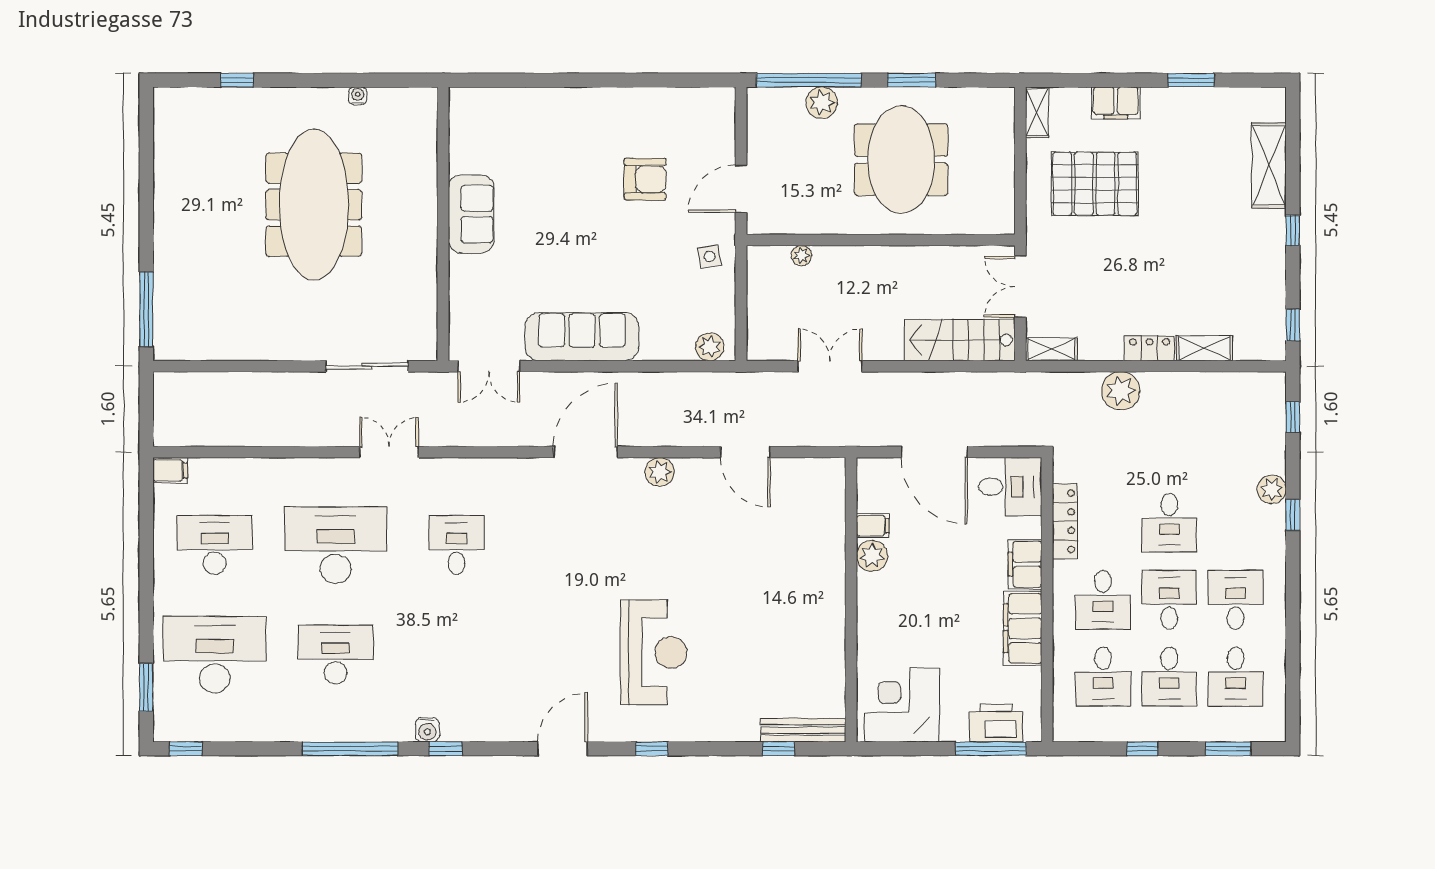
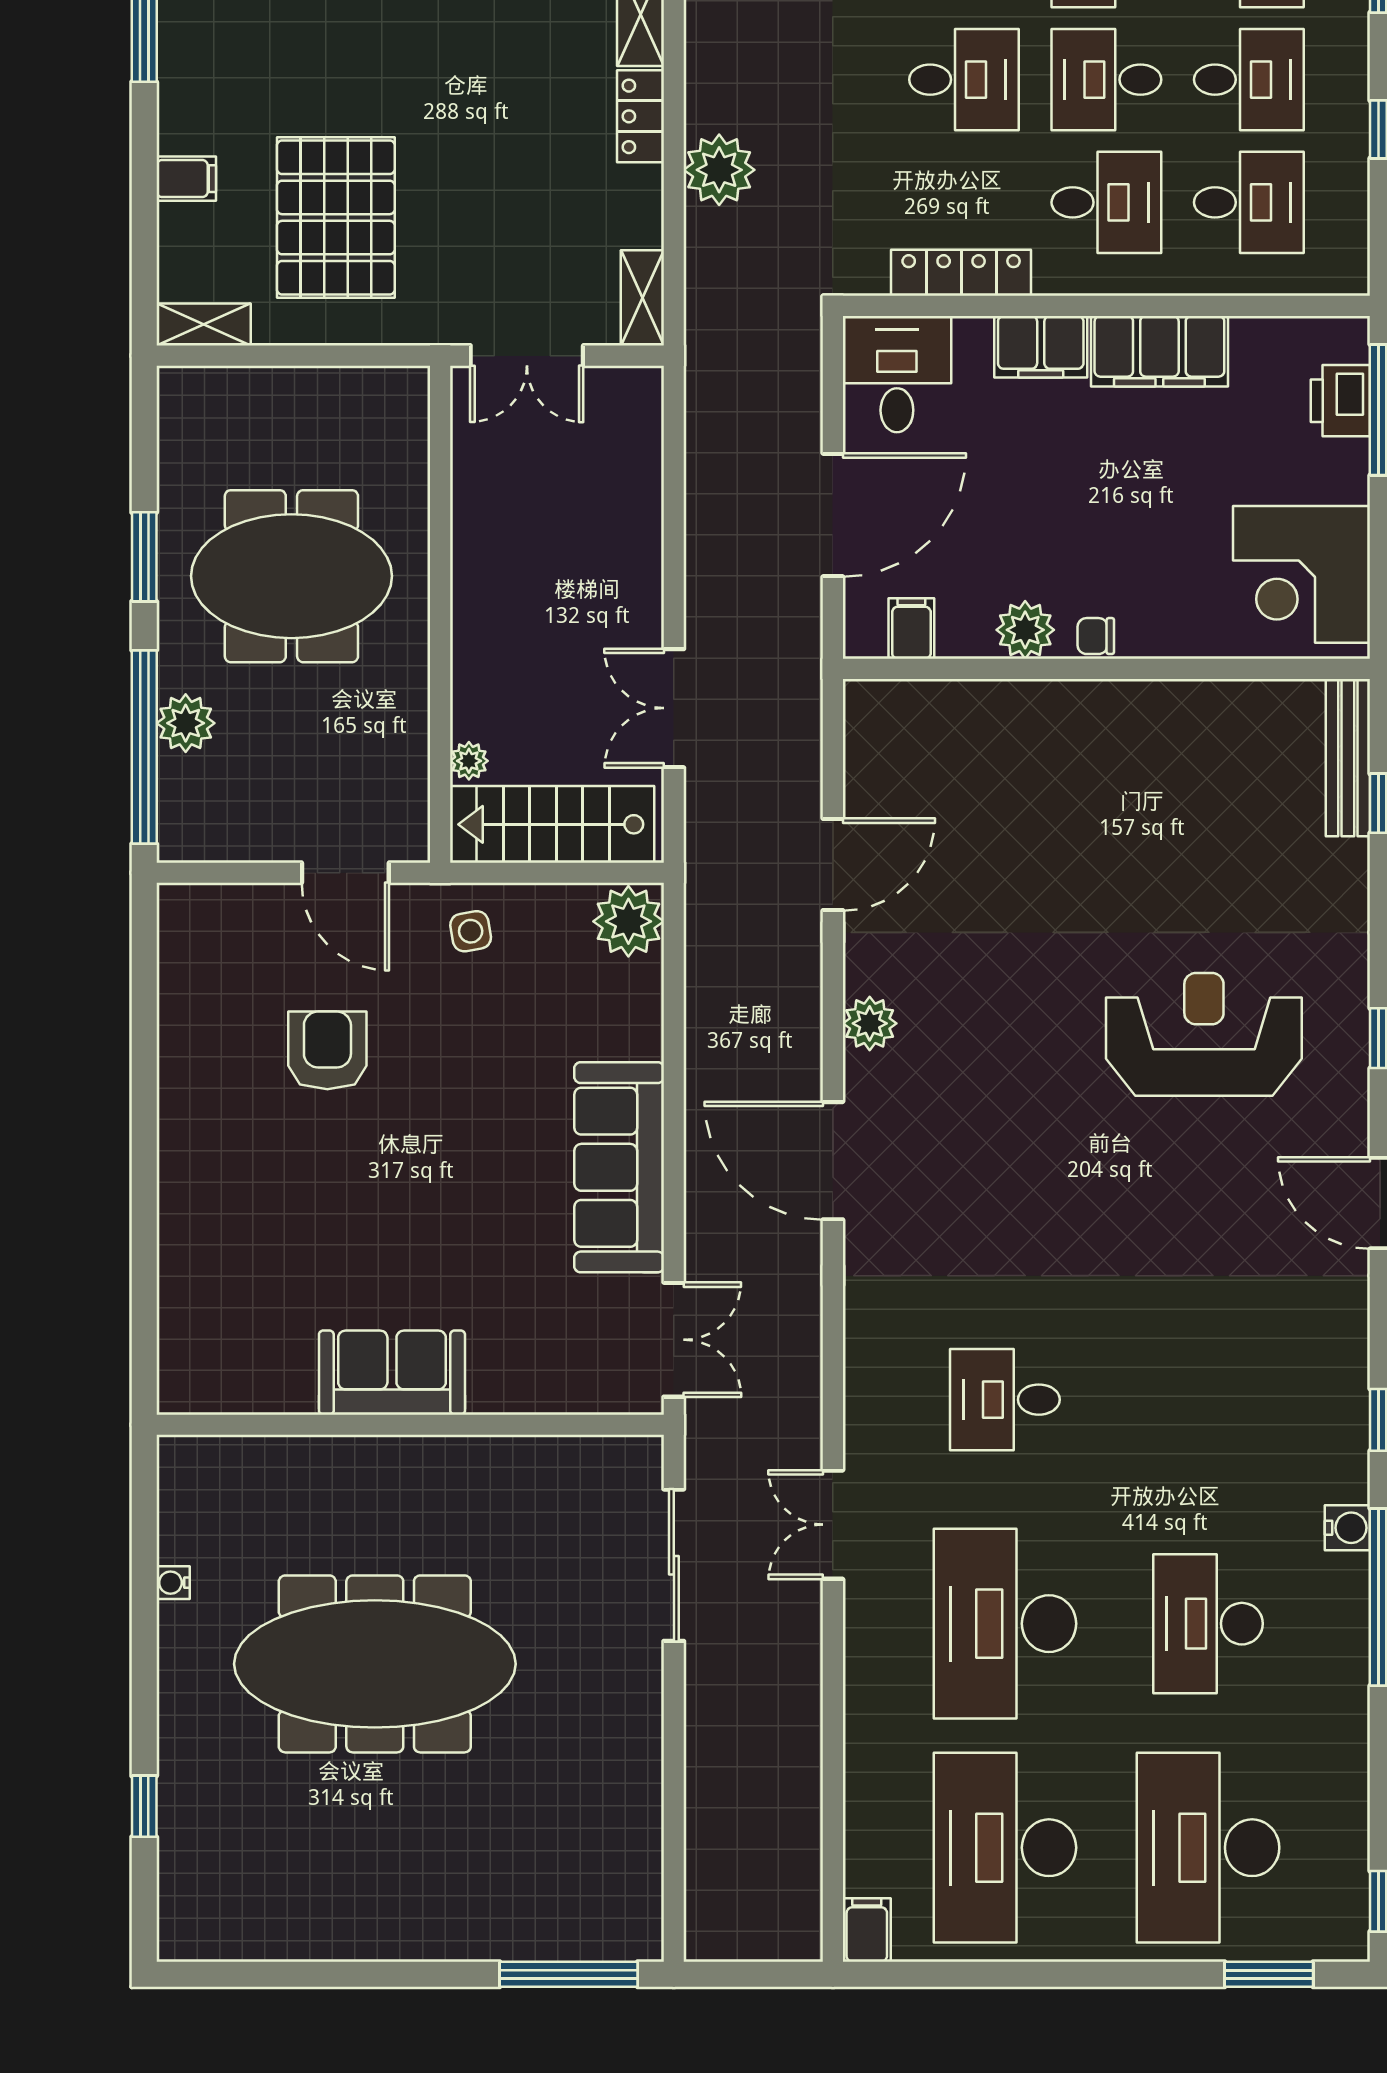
filing cabinet: (1116, 103) -> (186, 179), width x0.50
stairs: (960, 340) -> (552, 824), moved, turned 90
plant: (710, 347) -> (628, 921), width x1.36, depth x1.36
filing cabinet: (873, 526) -> (911, 629), moved
desk: (215, 545) -> (1005, 1848), width x1.36, depth x1.30
chair: (869, 594) -> (1096, 636), added
printer: (996, 723) -> (1340, 401), width x0.73, depth x0.84
water cooler: (427, 730) -> (1347, 1528), moved

